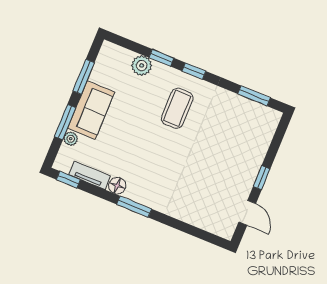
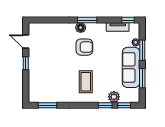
window: (194, 71) -> (124, 105), moved
sofa: (91, 110) -> (131, 67), width x1.36
armchair: (156, 165) -> (84, 47), added
floor lamp: (117, 186) -> (81, 28), moved

